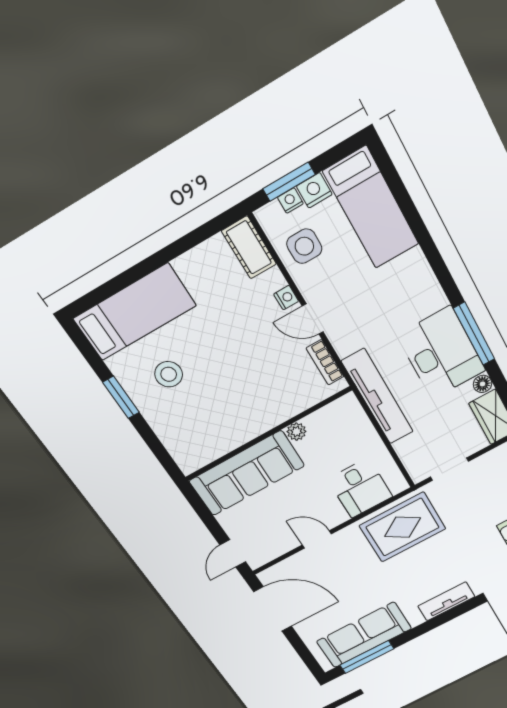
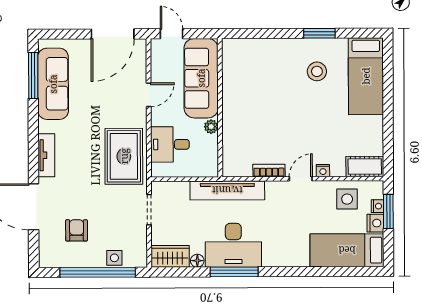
plant: (296, 432) -> (211, 127), moved
wall: (268, 434) -> (220, 108), moved
sofa: (247, 473) -> (201, 78), moved

